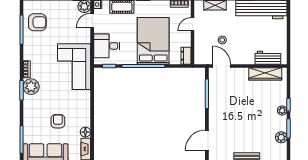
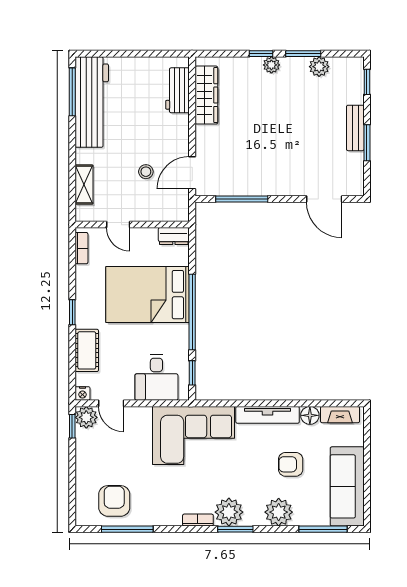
tv unit: (86, 108) -> (268, 415), added
plant: (31, 115) -> (279, 512), added

